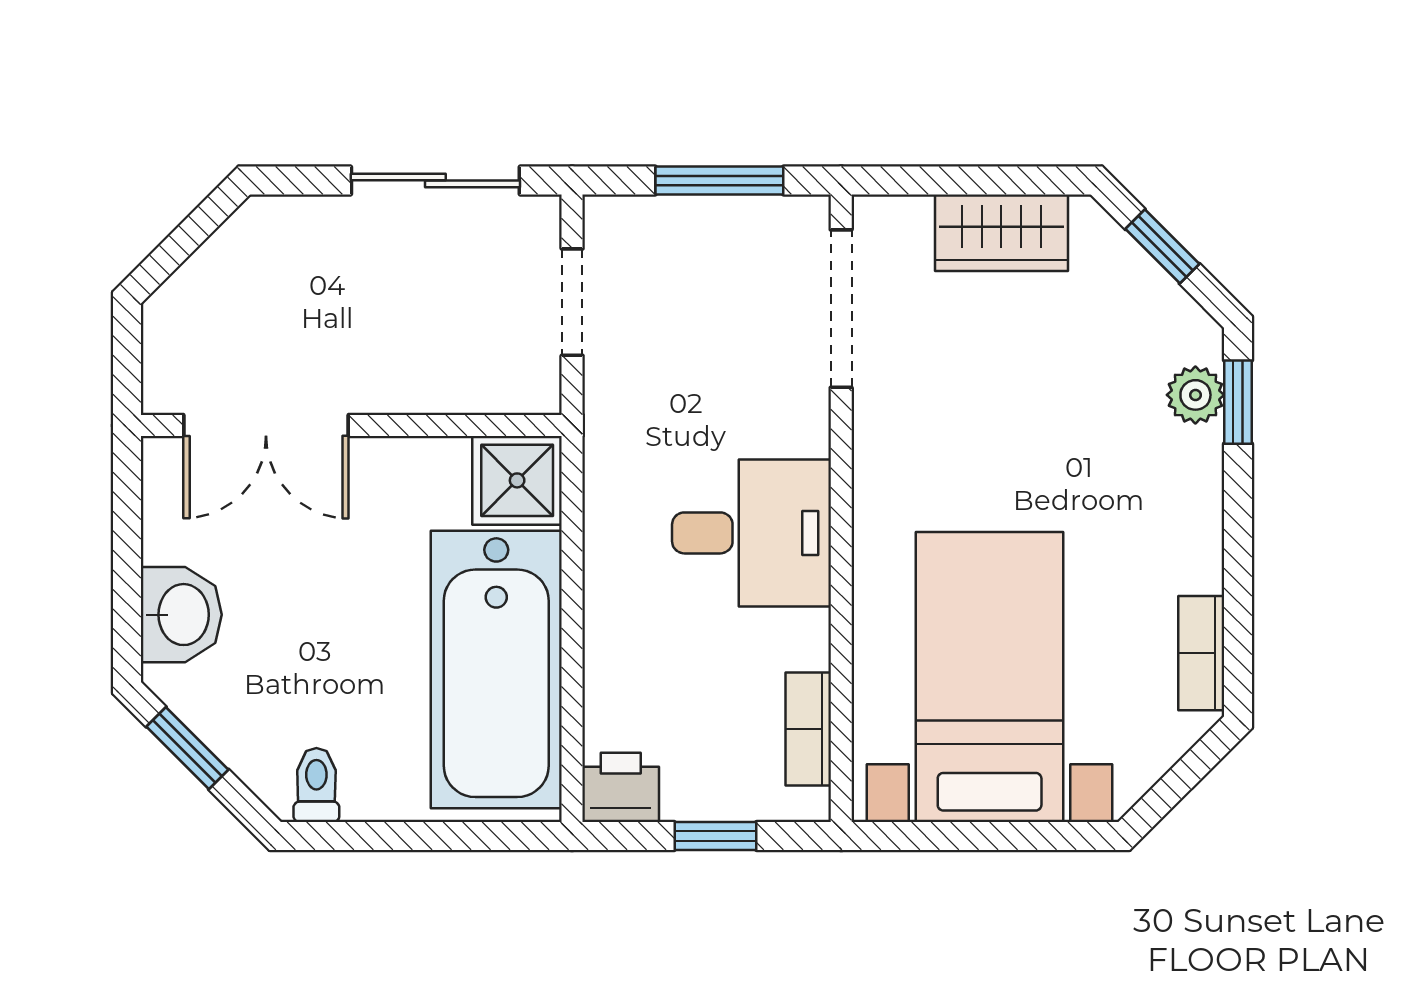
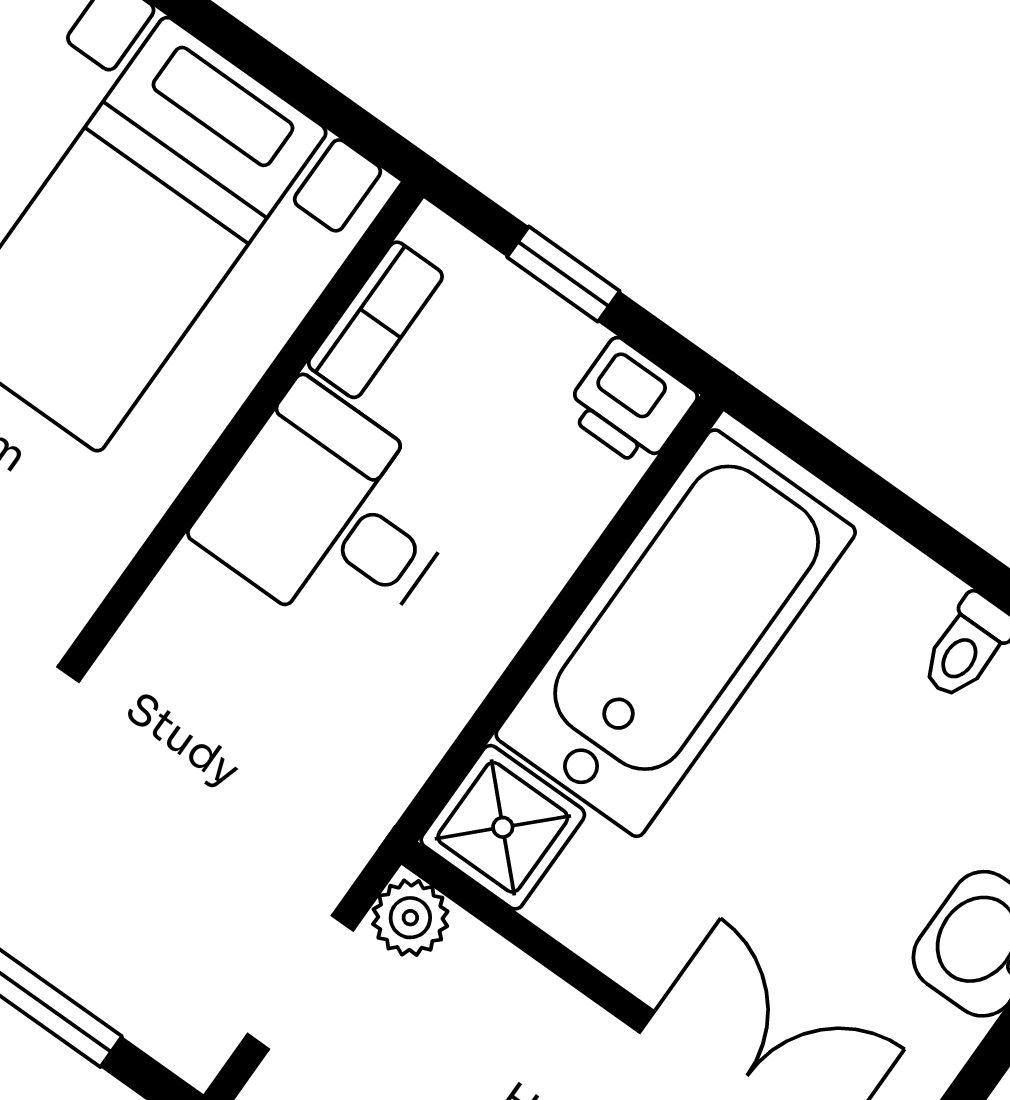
plant: (534, 387) -> (410, 918), added
desk: (751, 533) -> (331, 516), moved

